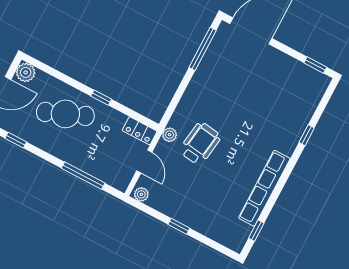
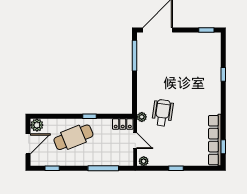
row of seats: (264, 188) -> (215, 140), moved

